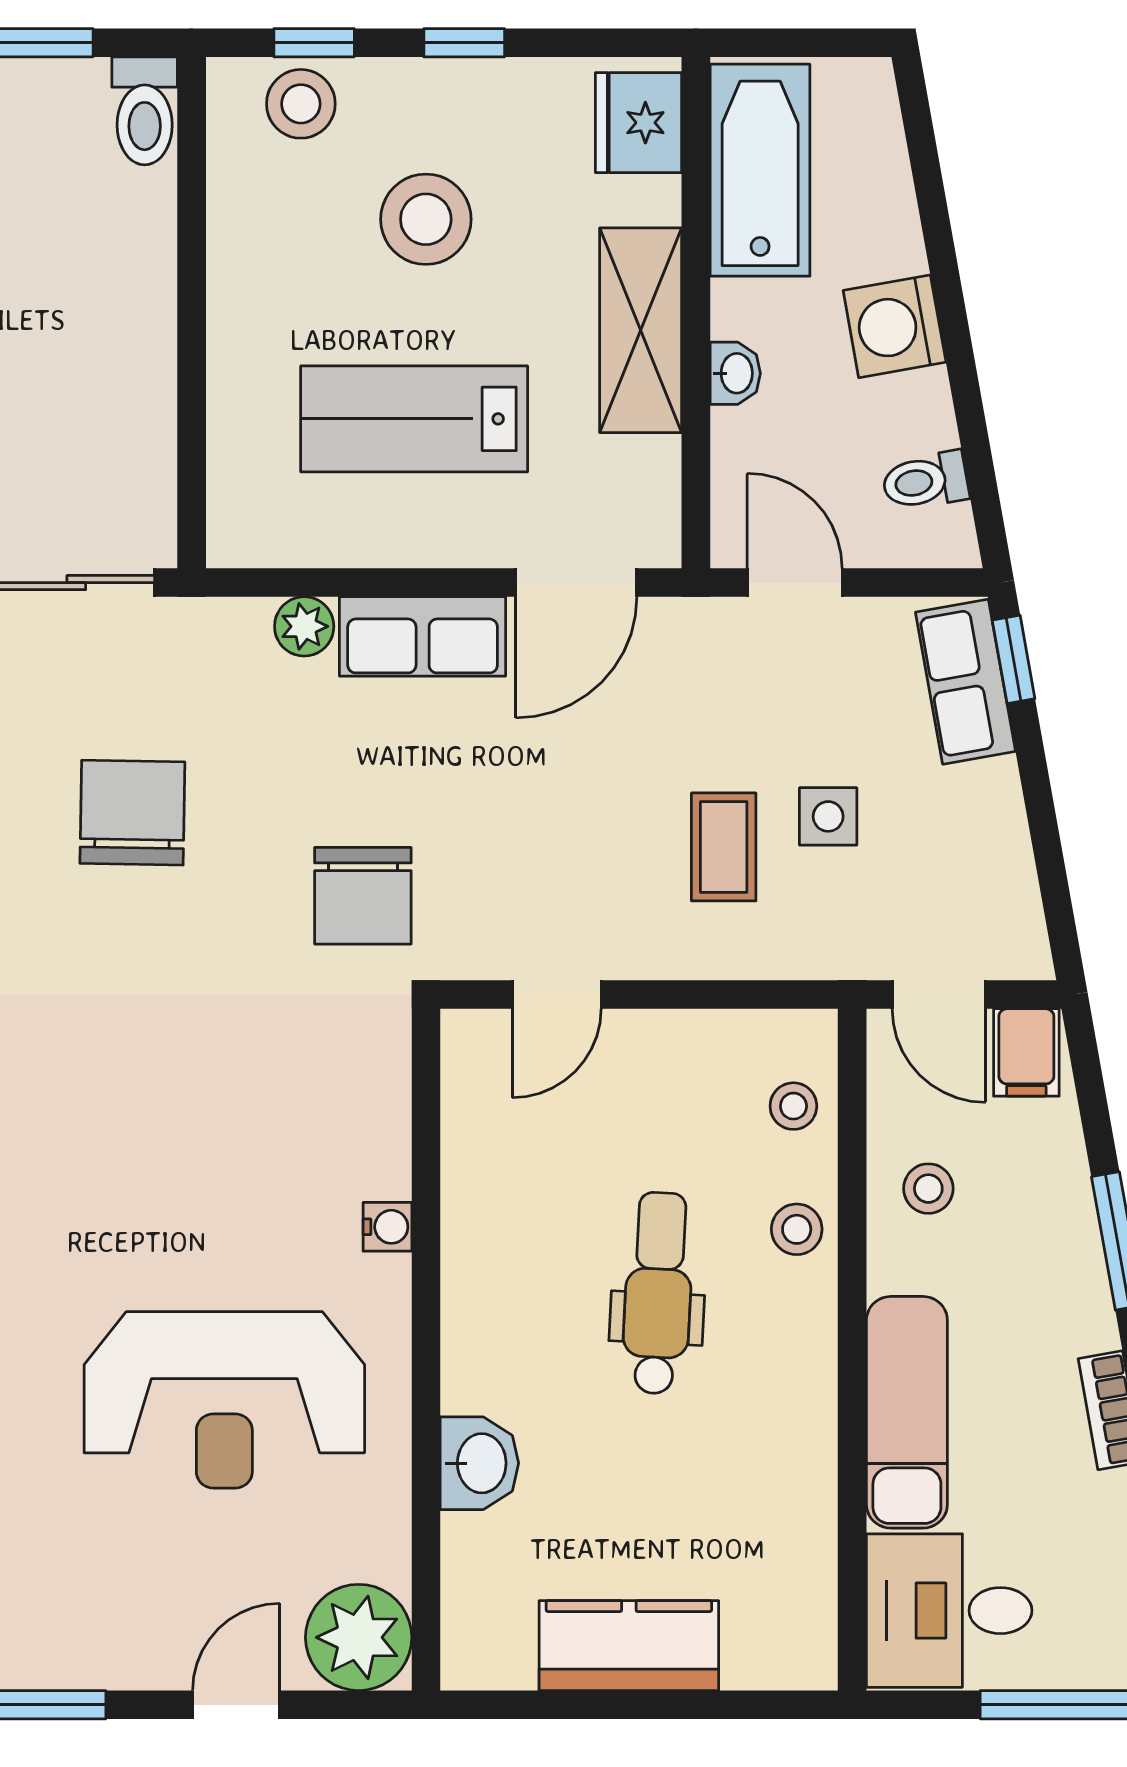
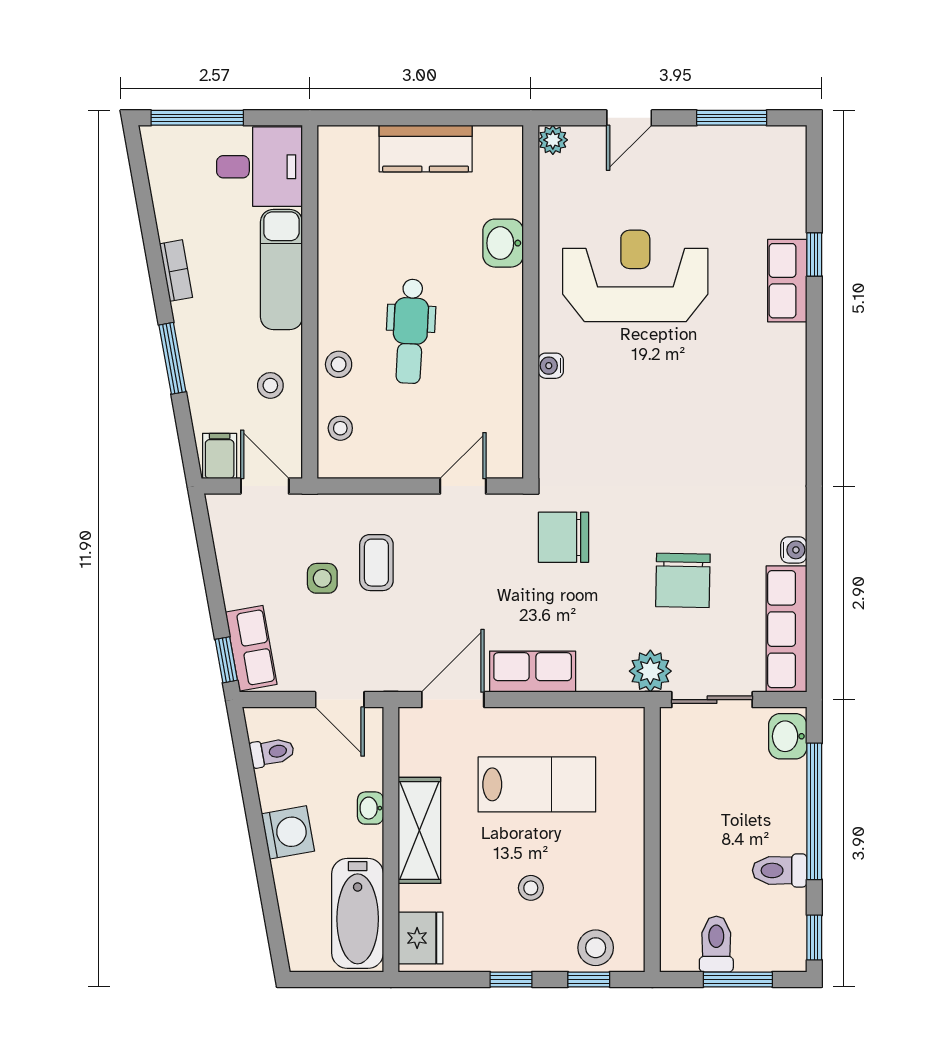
toilet: (145, 111) -> (716, 944), moved
stool: (426, 219) -> (531, 888), width x0.53, depth x0.53
plant: (304, 626) -> (650, 671), moved, width x1.38, depth x1.38
chair: (363, 896) -> (563, 537), turned -90
plant: (359, 1637) -> (553, 140), width x0.53, depth x0.53

